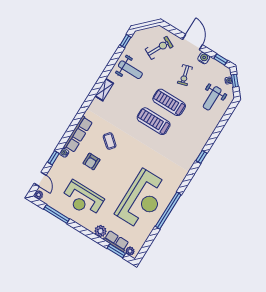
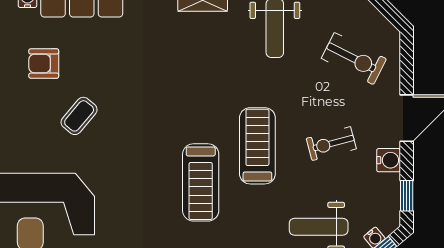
treadmill: (154, 121) -> (201, 182), moved, turned 180
coffee table: (110, 141) -> (79, 116), moved

